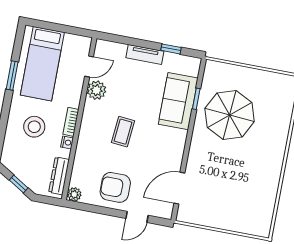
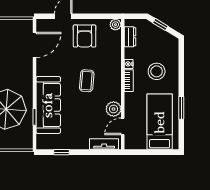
tv unit: (145, 54) -> (104, 144), moved
sofa: (178, 101) -> (48, 105), width x1.36
dresser: (59, 176) -> (130, 37), width x0.70
armchair: (115, 187) -> (85, 36), turned 90

